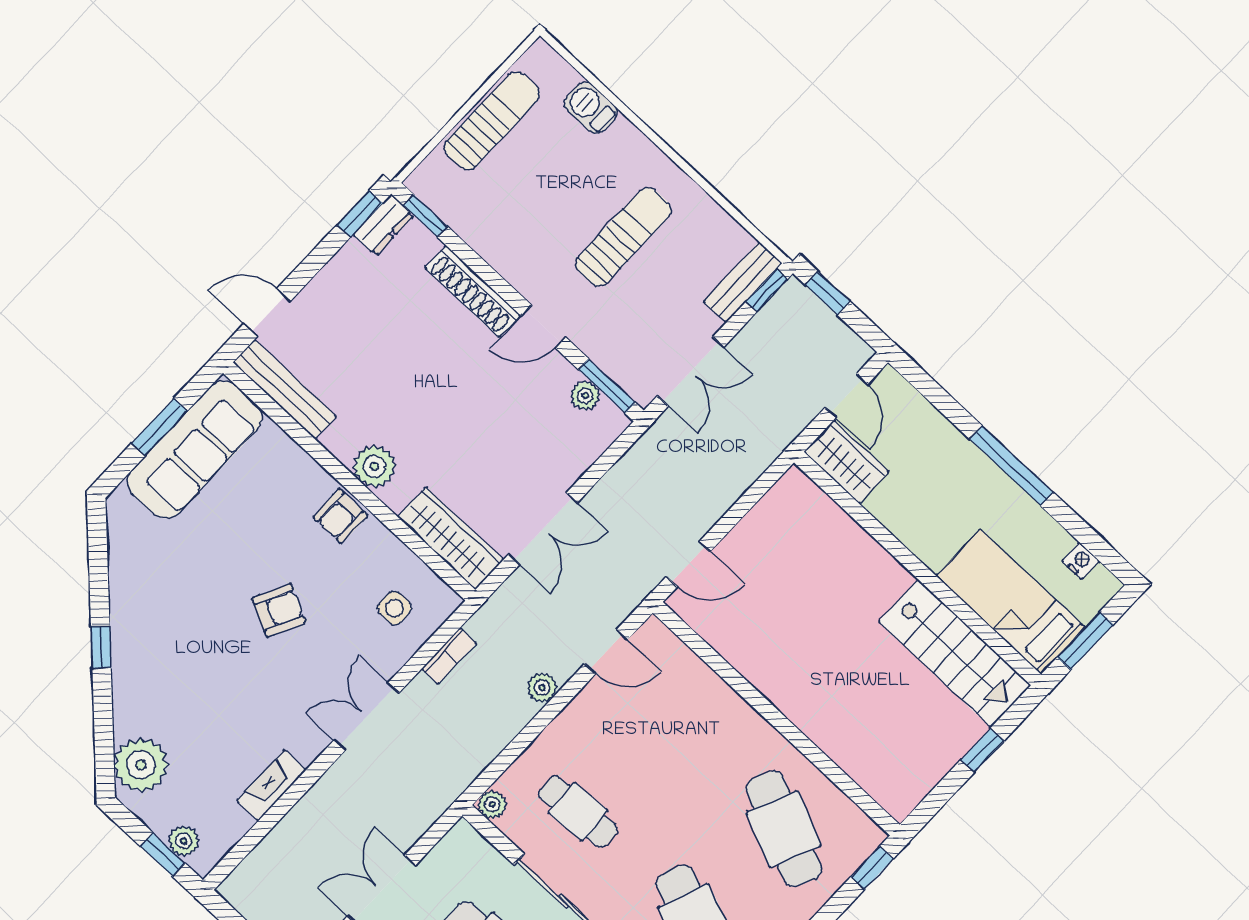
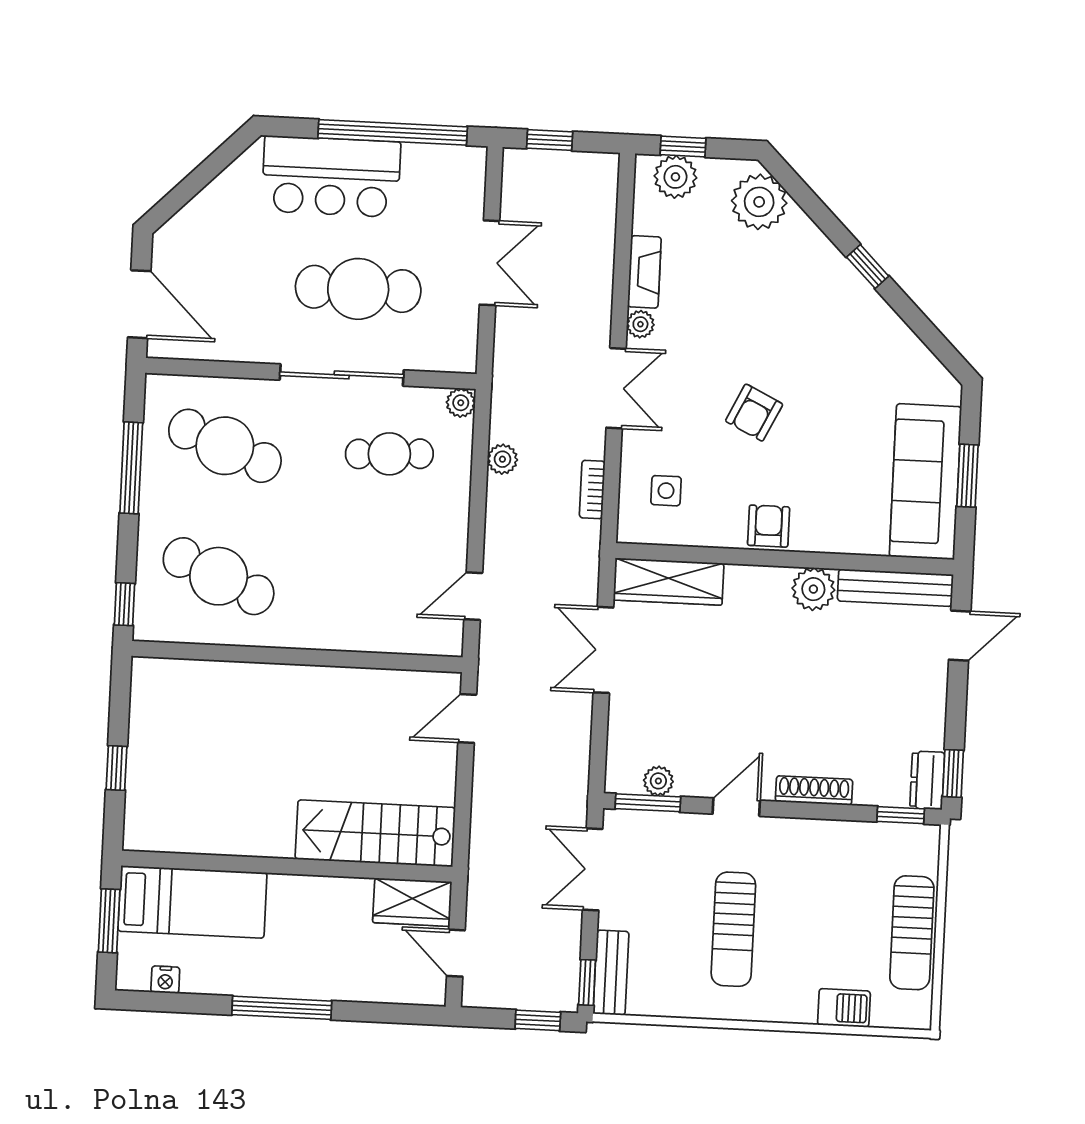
shoe rack: (473, 292) -> (814, 791), width x0.74, depth x0.81
plant: (374, 466) -> (813, 589), moved
stairs: (955, 653) -> (375, 833), moved
plant: (542, 687) -> (502, 459), moved
plant: (308, 749) -> (640, 324), added
plant: (184, 841) -> (675, 177), width x1.38, depth x1.38

